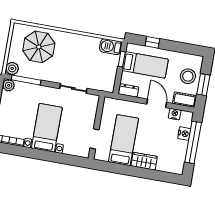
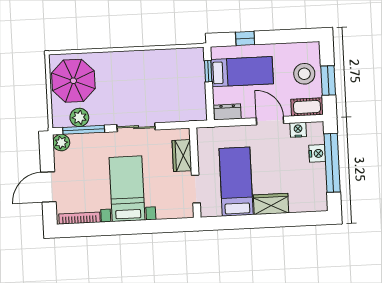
parasol: (39, 47) -> (73, 81), moved
barbecue: (111, 47) -> (189, 57), removed
plant: (12, 68) -> (79, 117), moved
sliding door: (73, 88) -> (136, 127), moved
wardrobe: (90, 113) -> (182, 156), added

